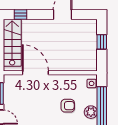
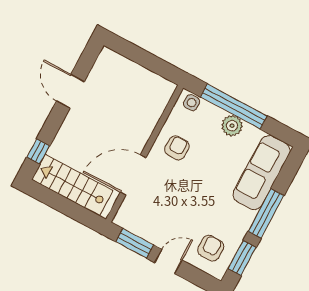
window: (102, 42) -> (140, 56), removed
armchair: (68, 106) -> (177, 148), moved

